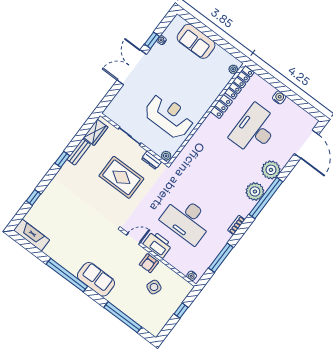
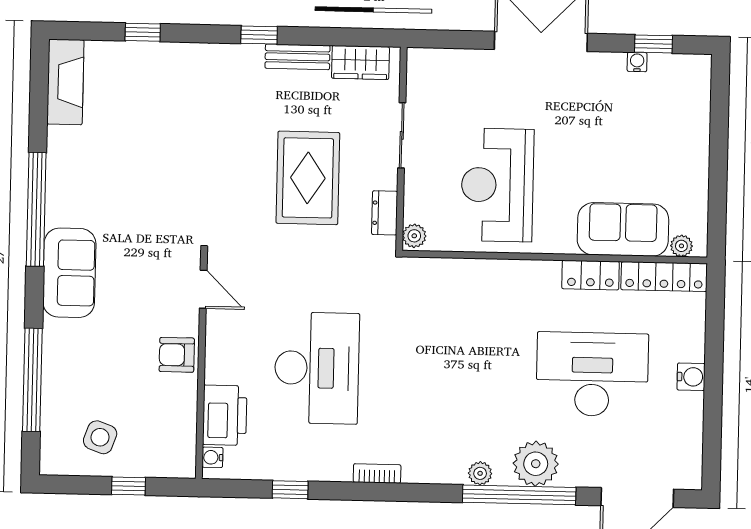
window: (152, 40) -> (653, 44), moved
sofa: (196, 41) -> (623, 229), moved, turned 90
reception desk: (169, 116) -> (497, 185), turned 180
plant: (255, 191) -> (480, 473), width x0.53, depth x0.53
window: (266, 198) -> (519, 495), moved
desk: (187, 220) -> (317, 368), turned 180
printer: (158, 244) -> (225, 415), moved
window: (221, 258) -> (290, 490), width x0.46
side table: (154, 287) -> (100, 437), moved

